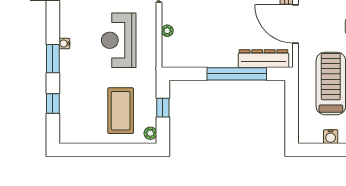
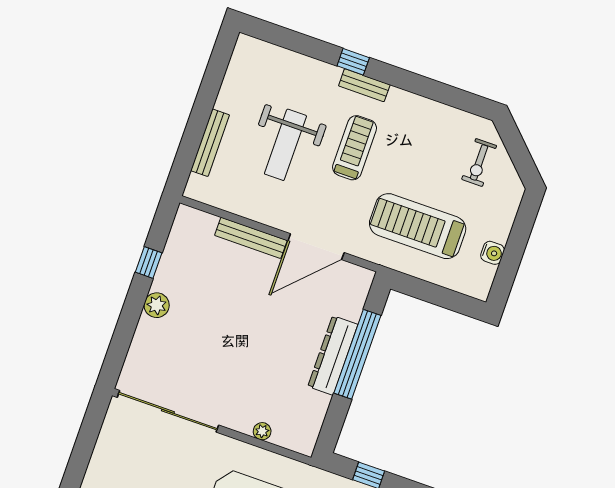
dresser: (263, 59) -> (333, 355), moved

